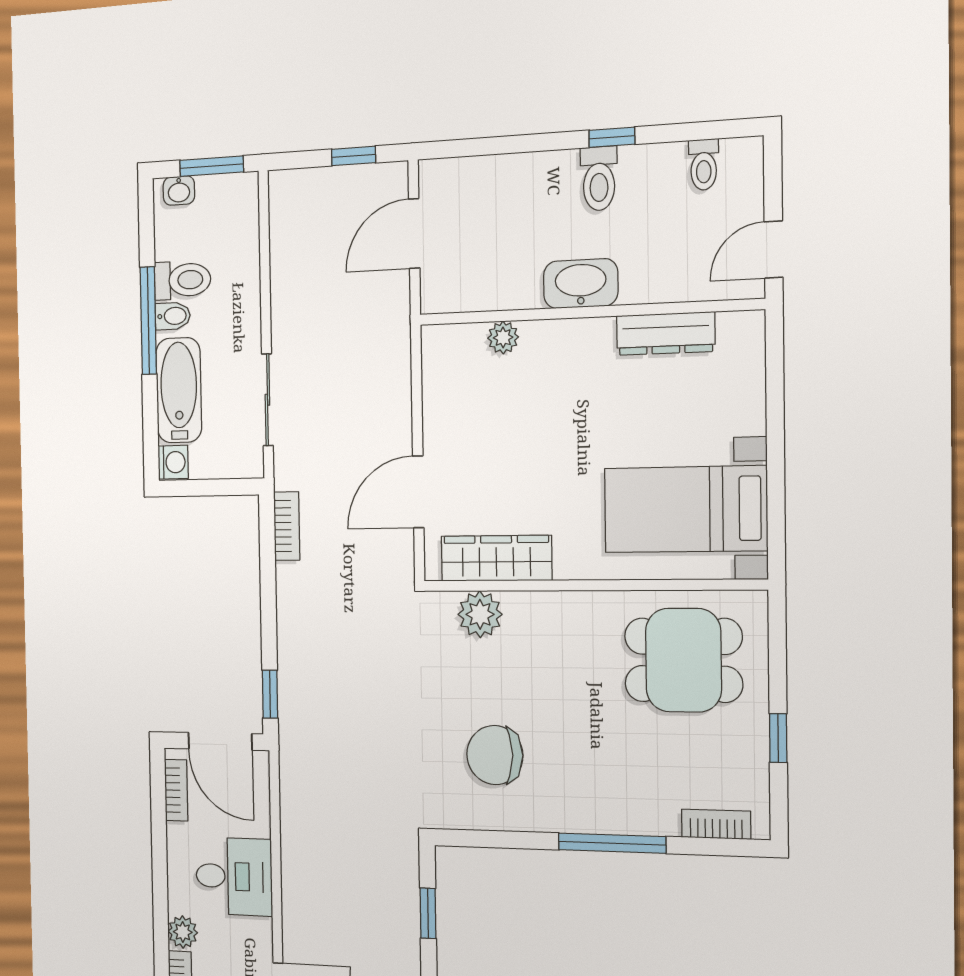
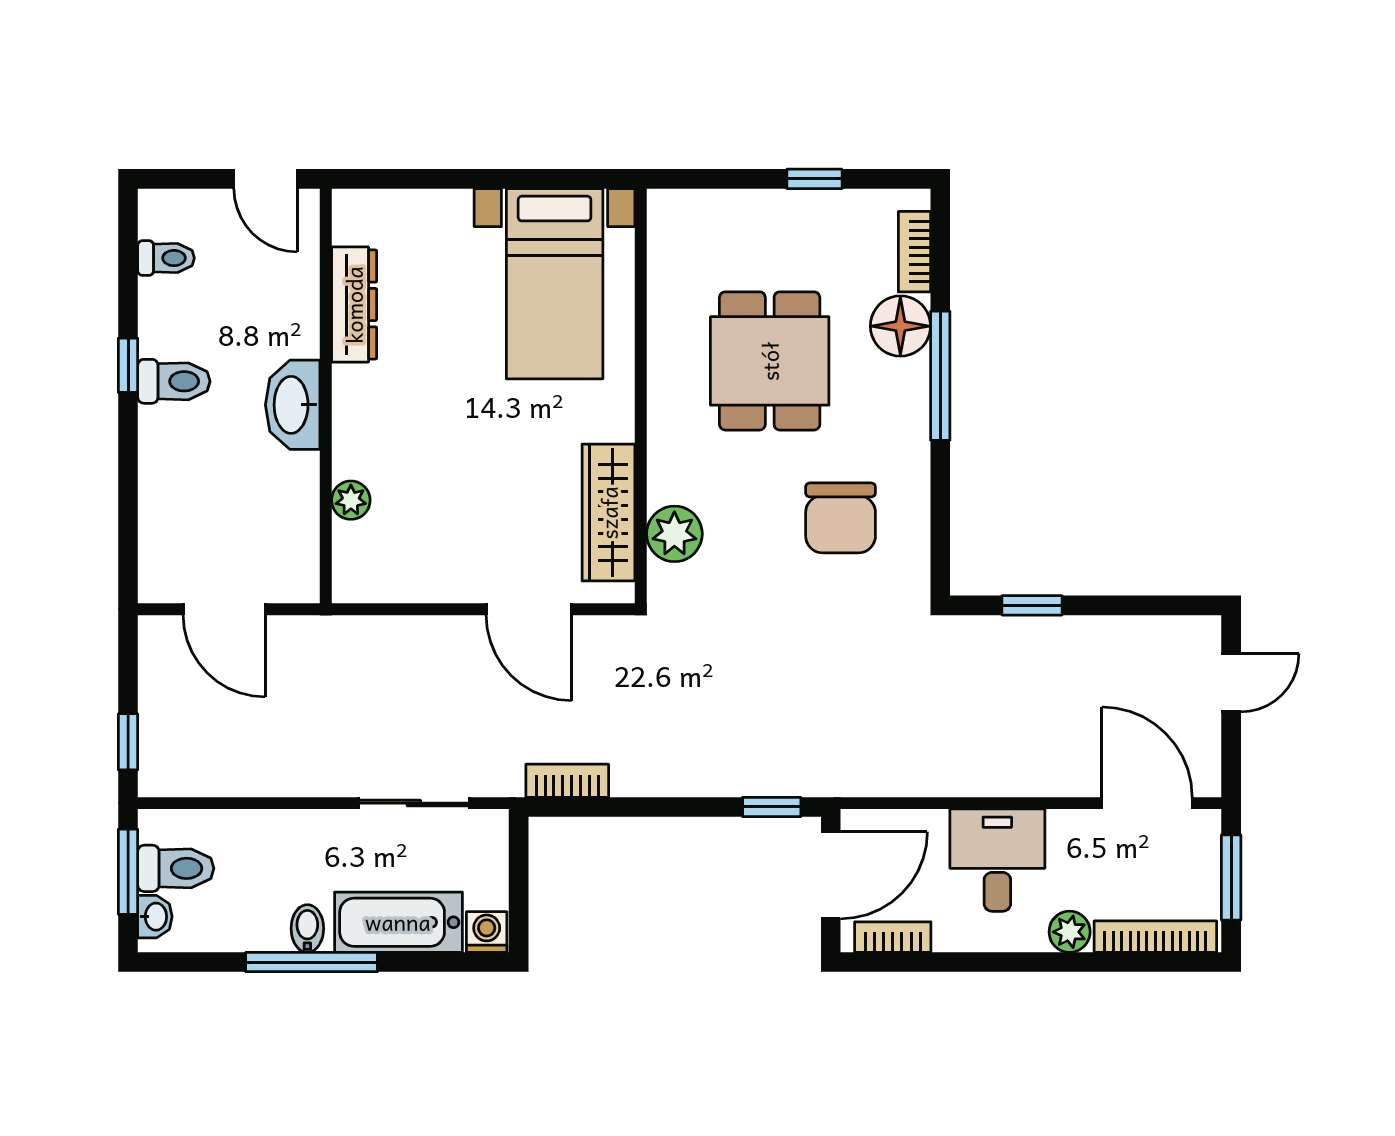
window: (354, 156) -> (128, 742), moved
toilet: (182, 280) -> (176, 868), moved, turned 90
dining table: (683, 660) -> (770, 361), moved
floor lamp: (653, 810) -> (900, 326), added

